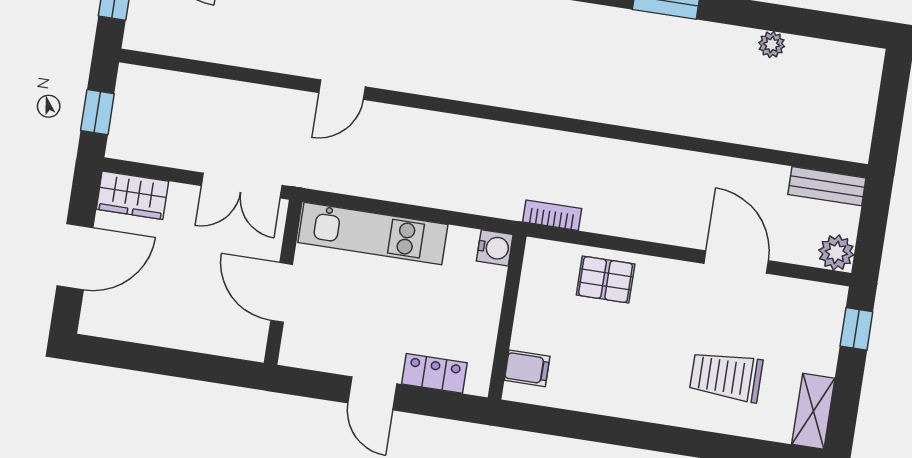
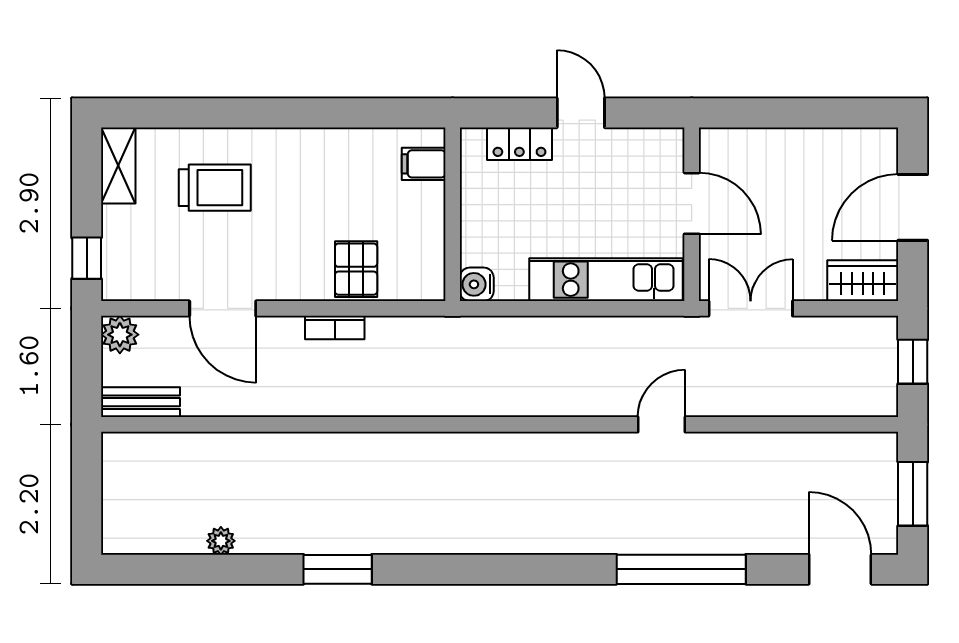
bookcase: (552, 215) -> (335, 328), moved
pallet: (606, 280) -> (356, 269), turned 90

